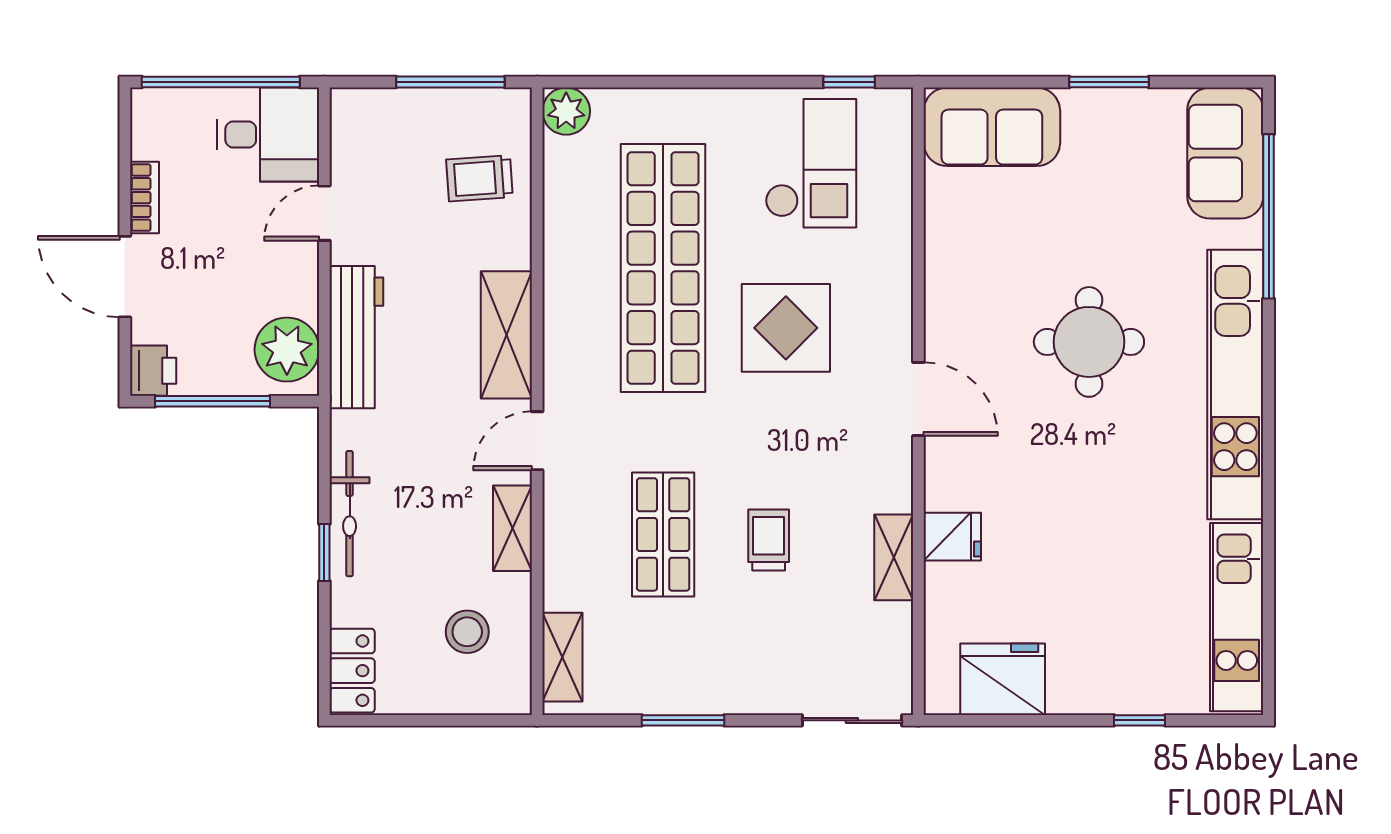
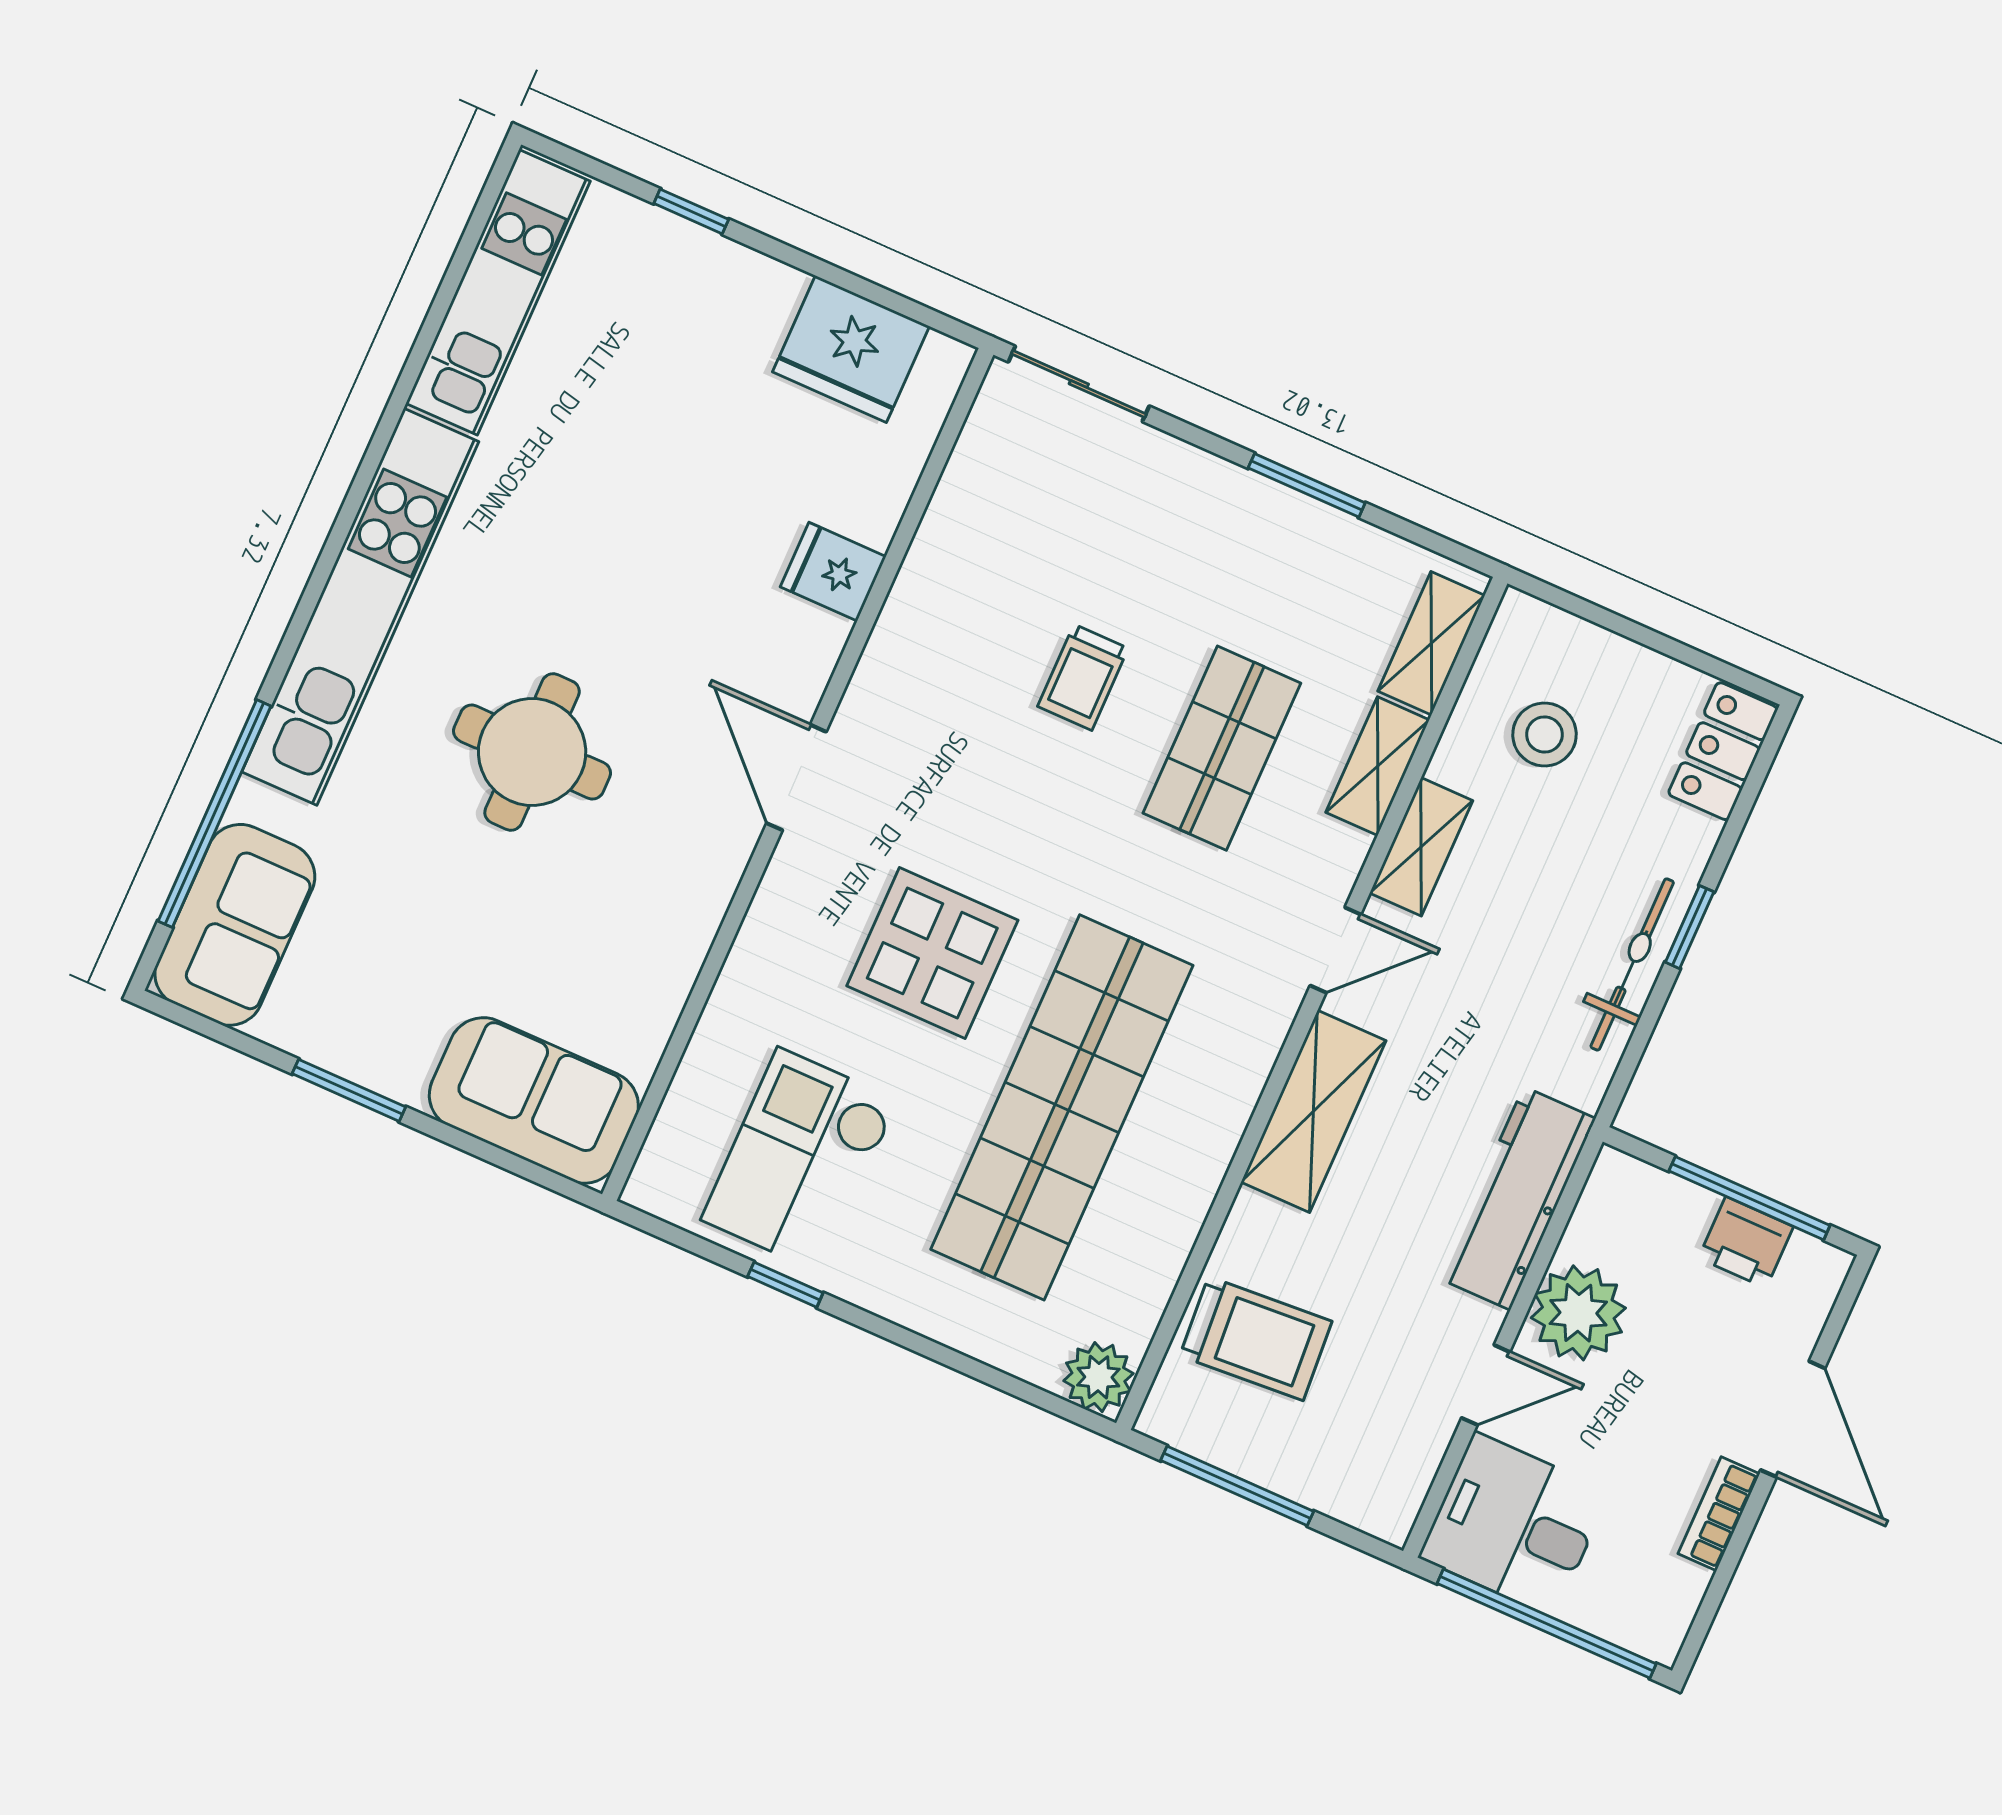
window: (849, 82) -> (785, 1285), moved
trolley: (479, 178) -> (1256, 1339), width x1.36, depth x1.39
plant: (287, 350) -> (1578, 1313), moved
printer: (153, 371) -> (1746, 1242), moved, turned -90
shelving: (894, 557) -> (1378, 766), moved

